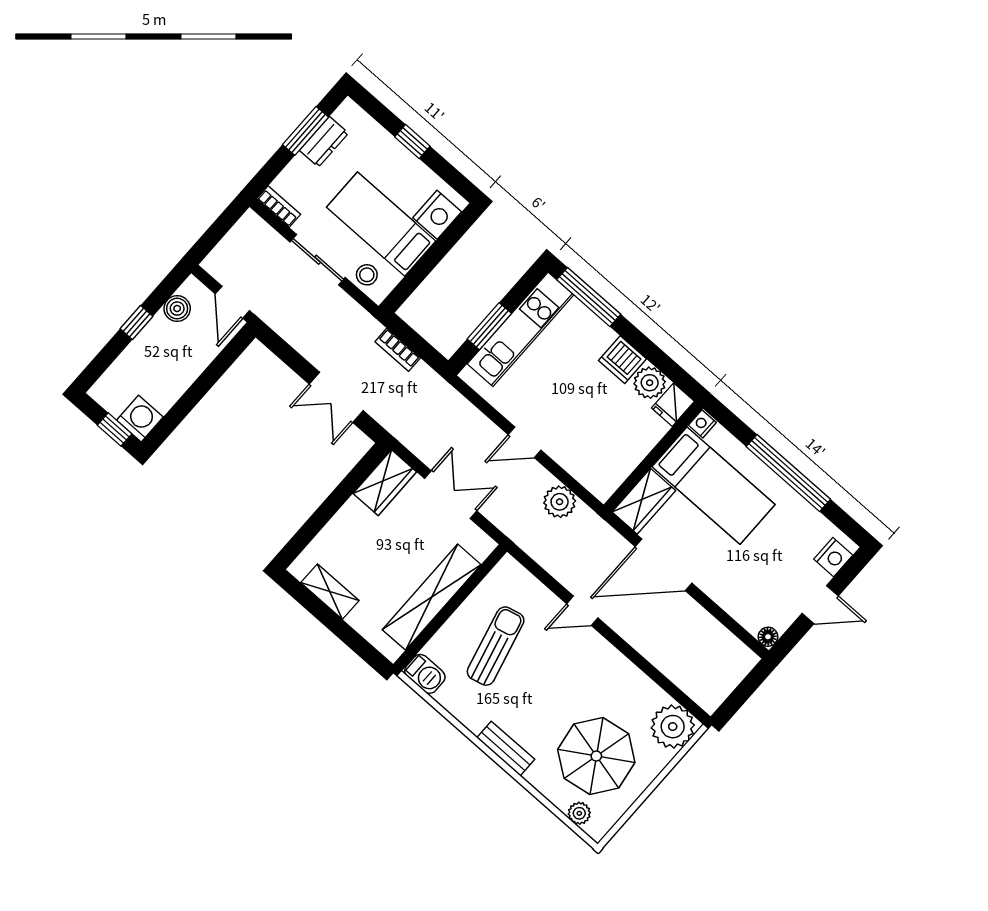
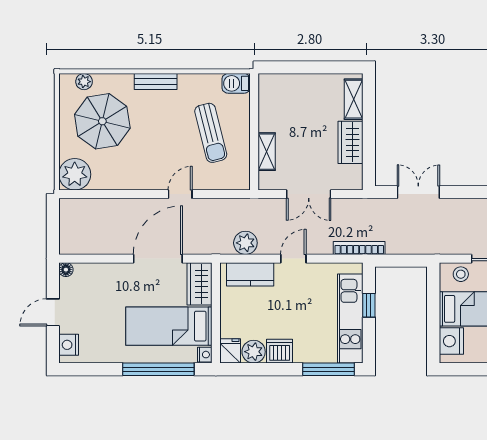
window: (489, 326) -> (369, 305), width x0.67
bookcase: (398, 350) -> (359, 248), moved, width x1.56
kitchen counter: (583, 465) -> (250, 274), added
window: (788, 473) -> (158, 369), moved
wardrobe: (385, 483) -> (350, 142), moved
shelving: (330, 592) -> (354, 99), moved, turned 90
shelving: (432, 597) -> (267, 152), width x0.45, depth x0.75

